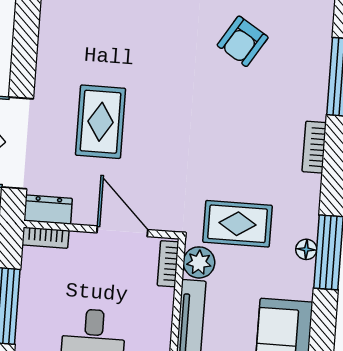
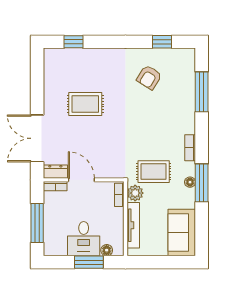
rug: (101, 122) -> (85, 104), moved, turned 90
bookcase: (314, 147) -> (190, 148), moved
door: (122, 231) -> (81, 180), moved

